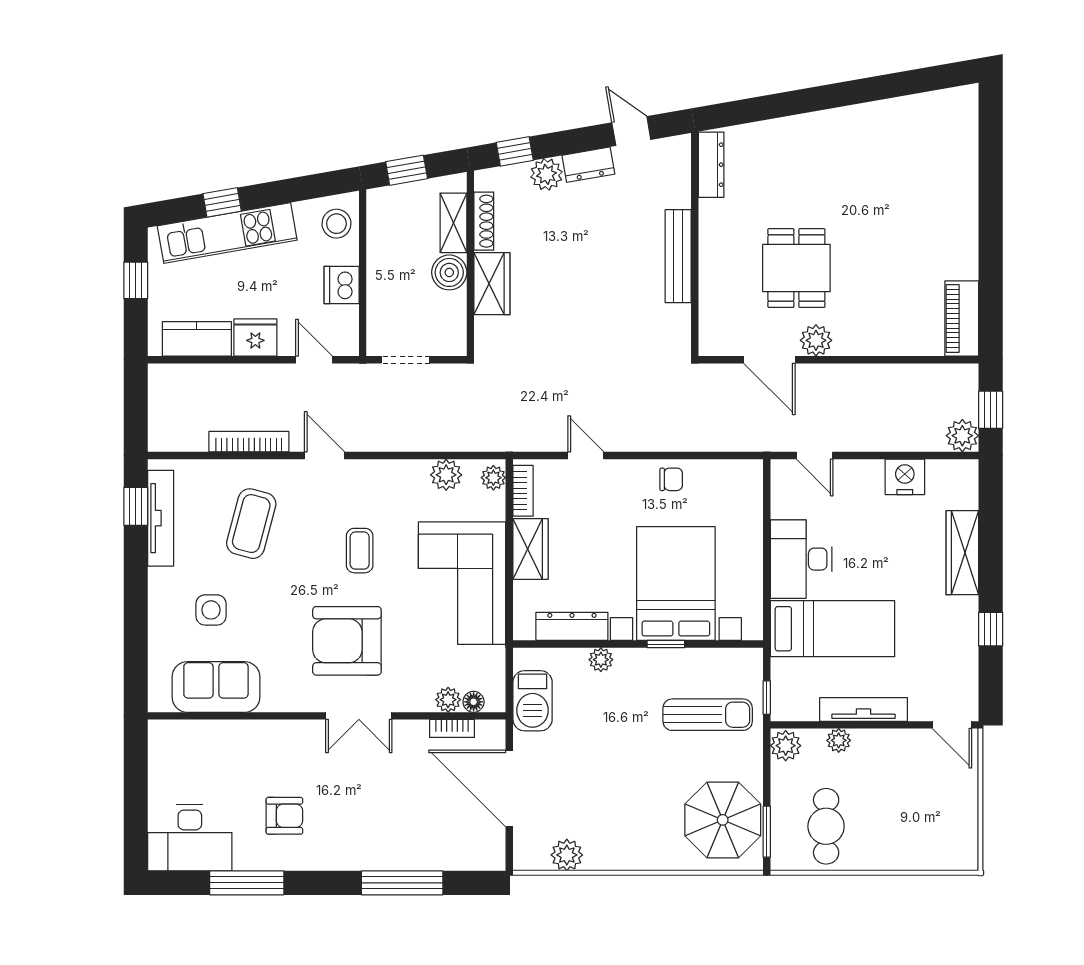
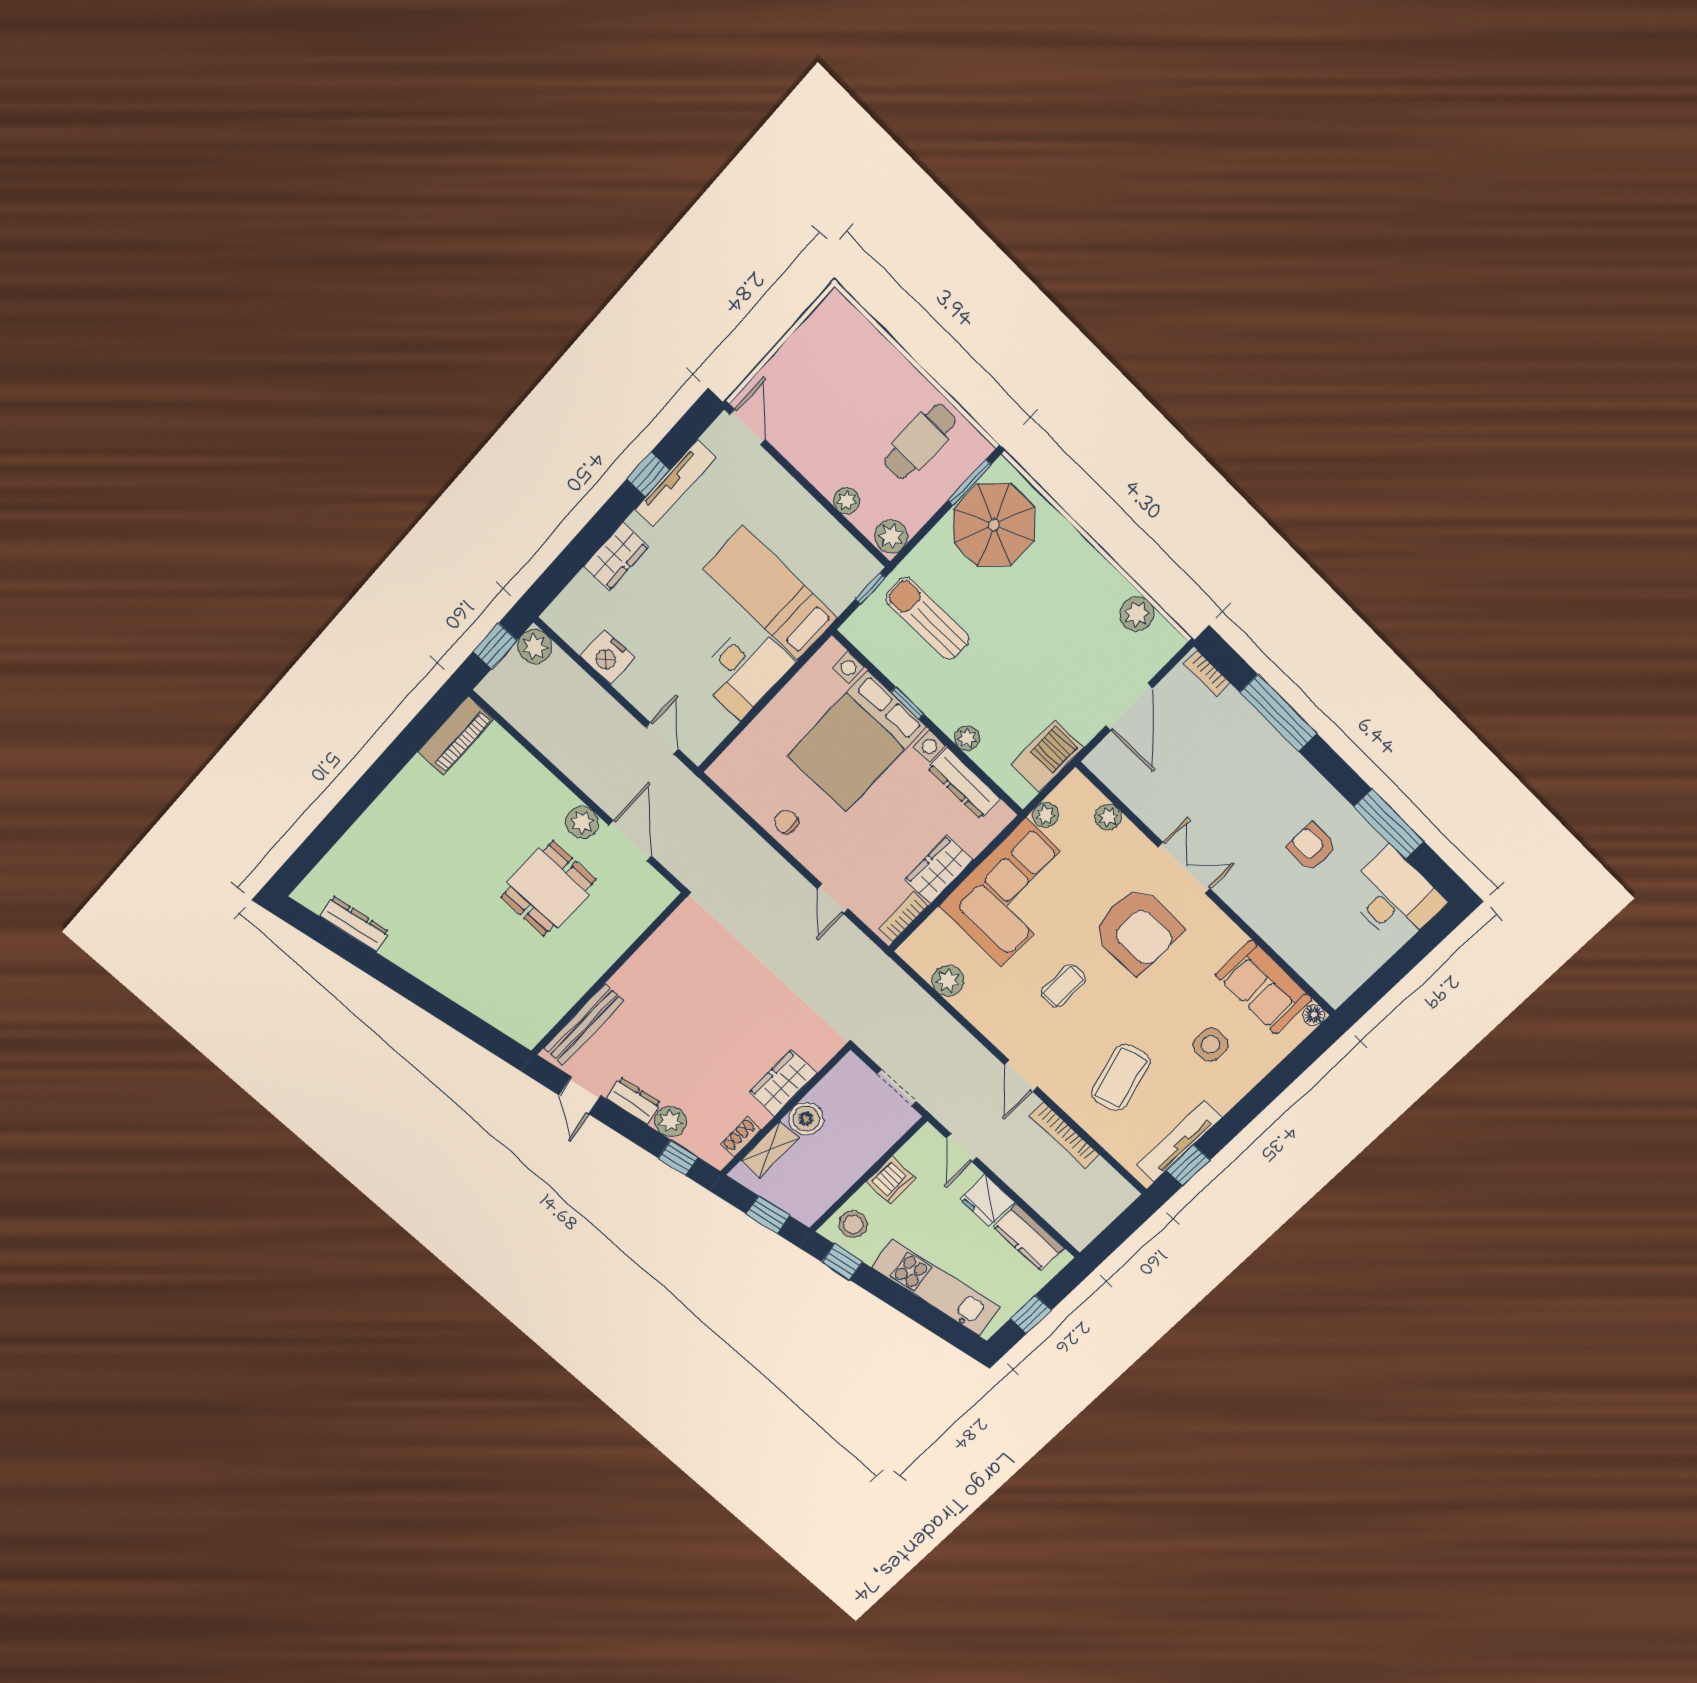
dresser: (711, 165) -> (354, 924), moved, turned 80
window: (222, 202) -> (842, 1262), moved
shoe rack: (484, 221) -> (741, 1137), width x0.70
bench: (678, 256) -> (584, 1024), moved
plant: (493, 478) -> (1045, 815), moved
coffee table: (251, 524) -> (1121, 1077), turned -31
wardrobe: (962, 553) -> (616, 556), width x0.67
floor lamp: (474, 702) -> (1314, 1015), moved
tv unit: (863, 709) -> (675, 483), moved, turned -90
bookcase: (452, 728) -> (1207, 673), moved, turned 180
door: (509, 788) -> (1129, 707), width x0.73

